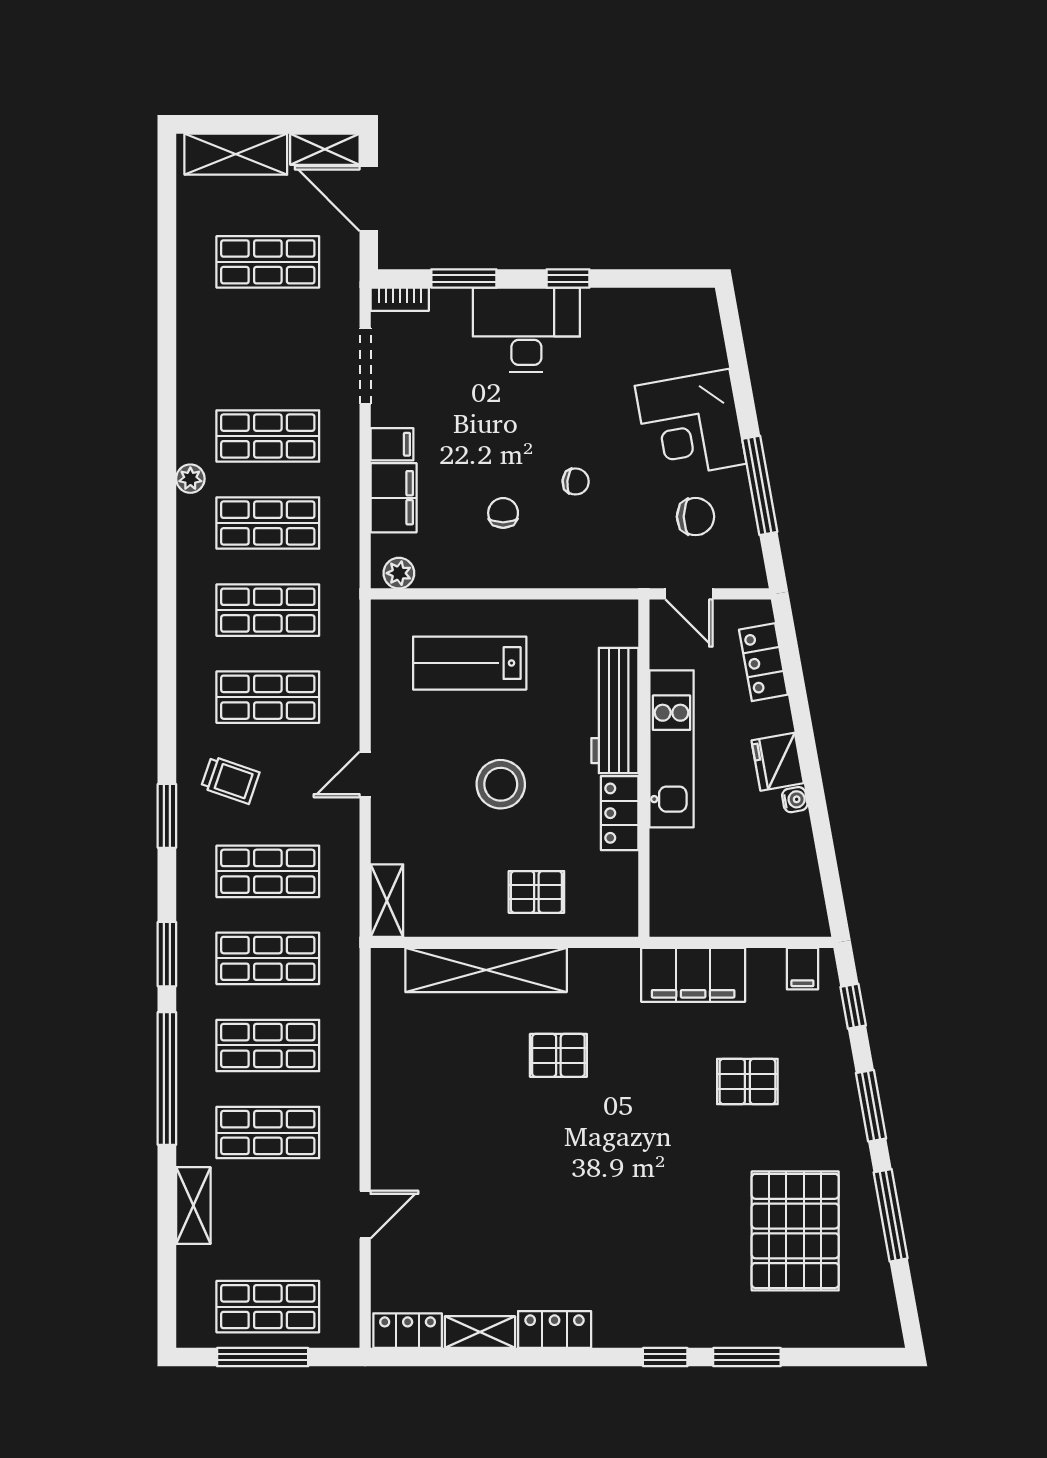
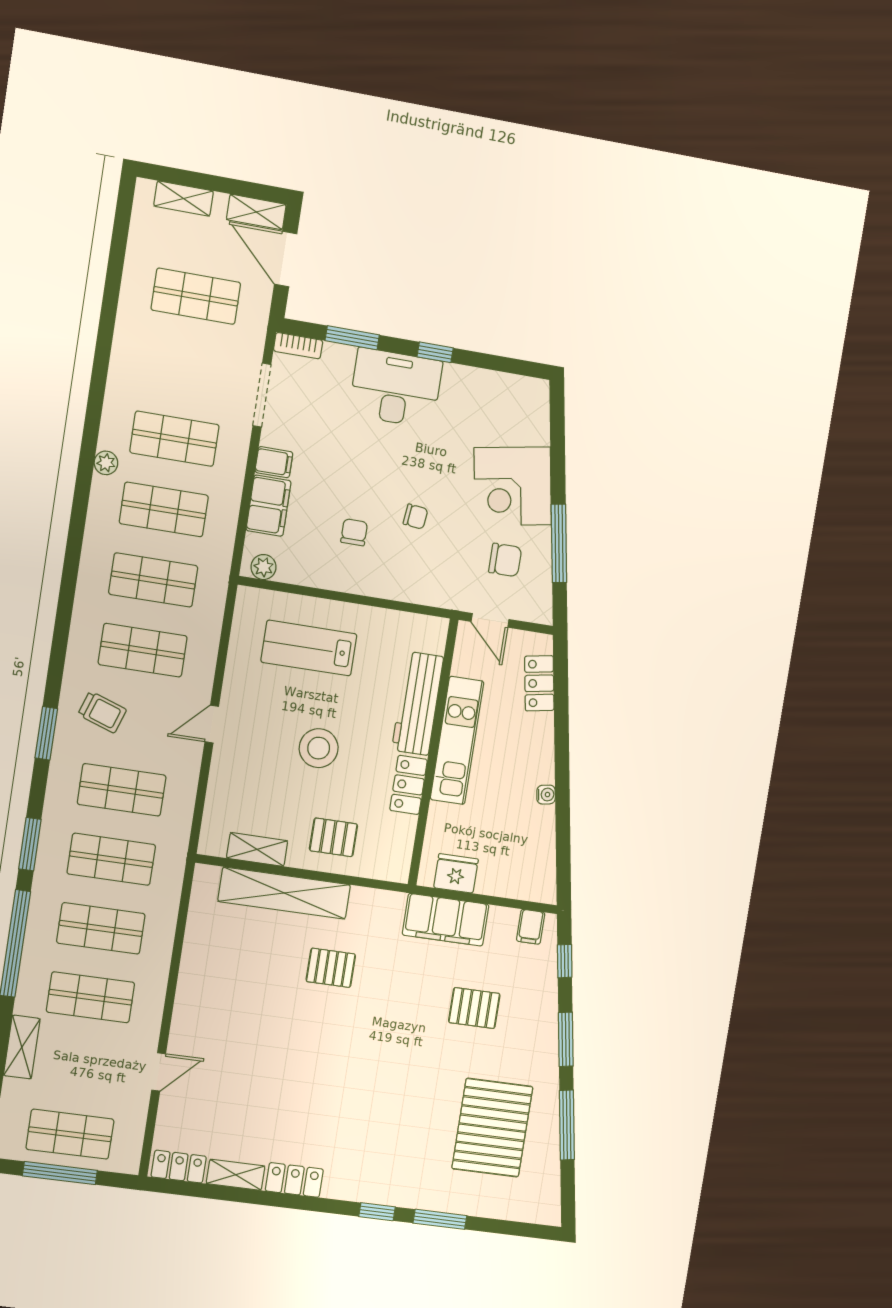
shelving: (236, 154) -> (184, 199), width x0.67, depth x0.75
fridge: (778, 762) -> (456, 873), moved, turned 100
shelving: (387, 901) -> (257, 849), moved, turned 90

